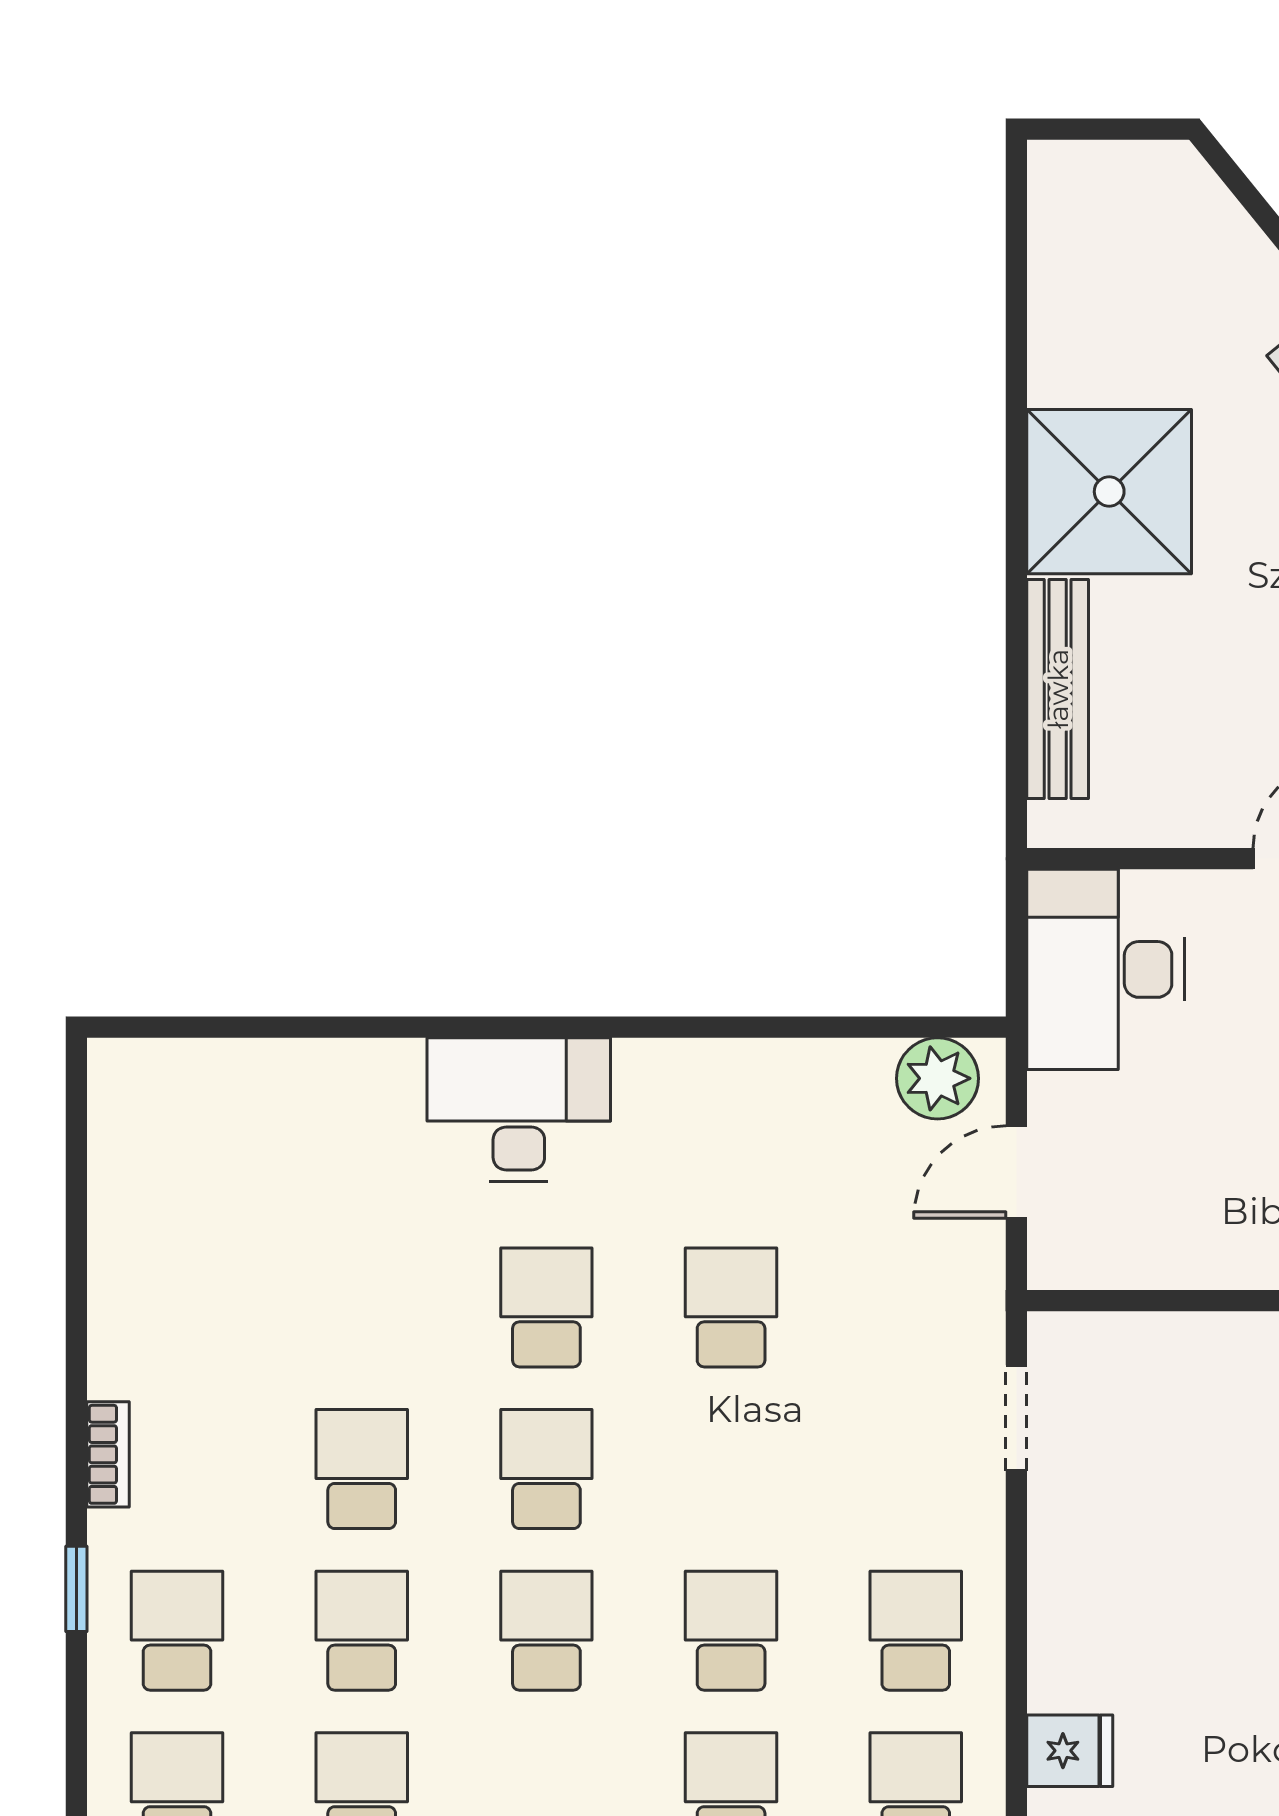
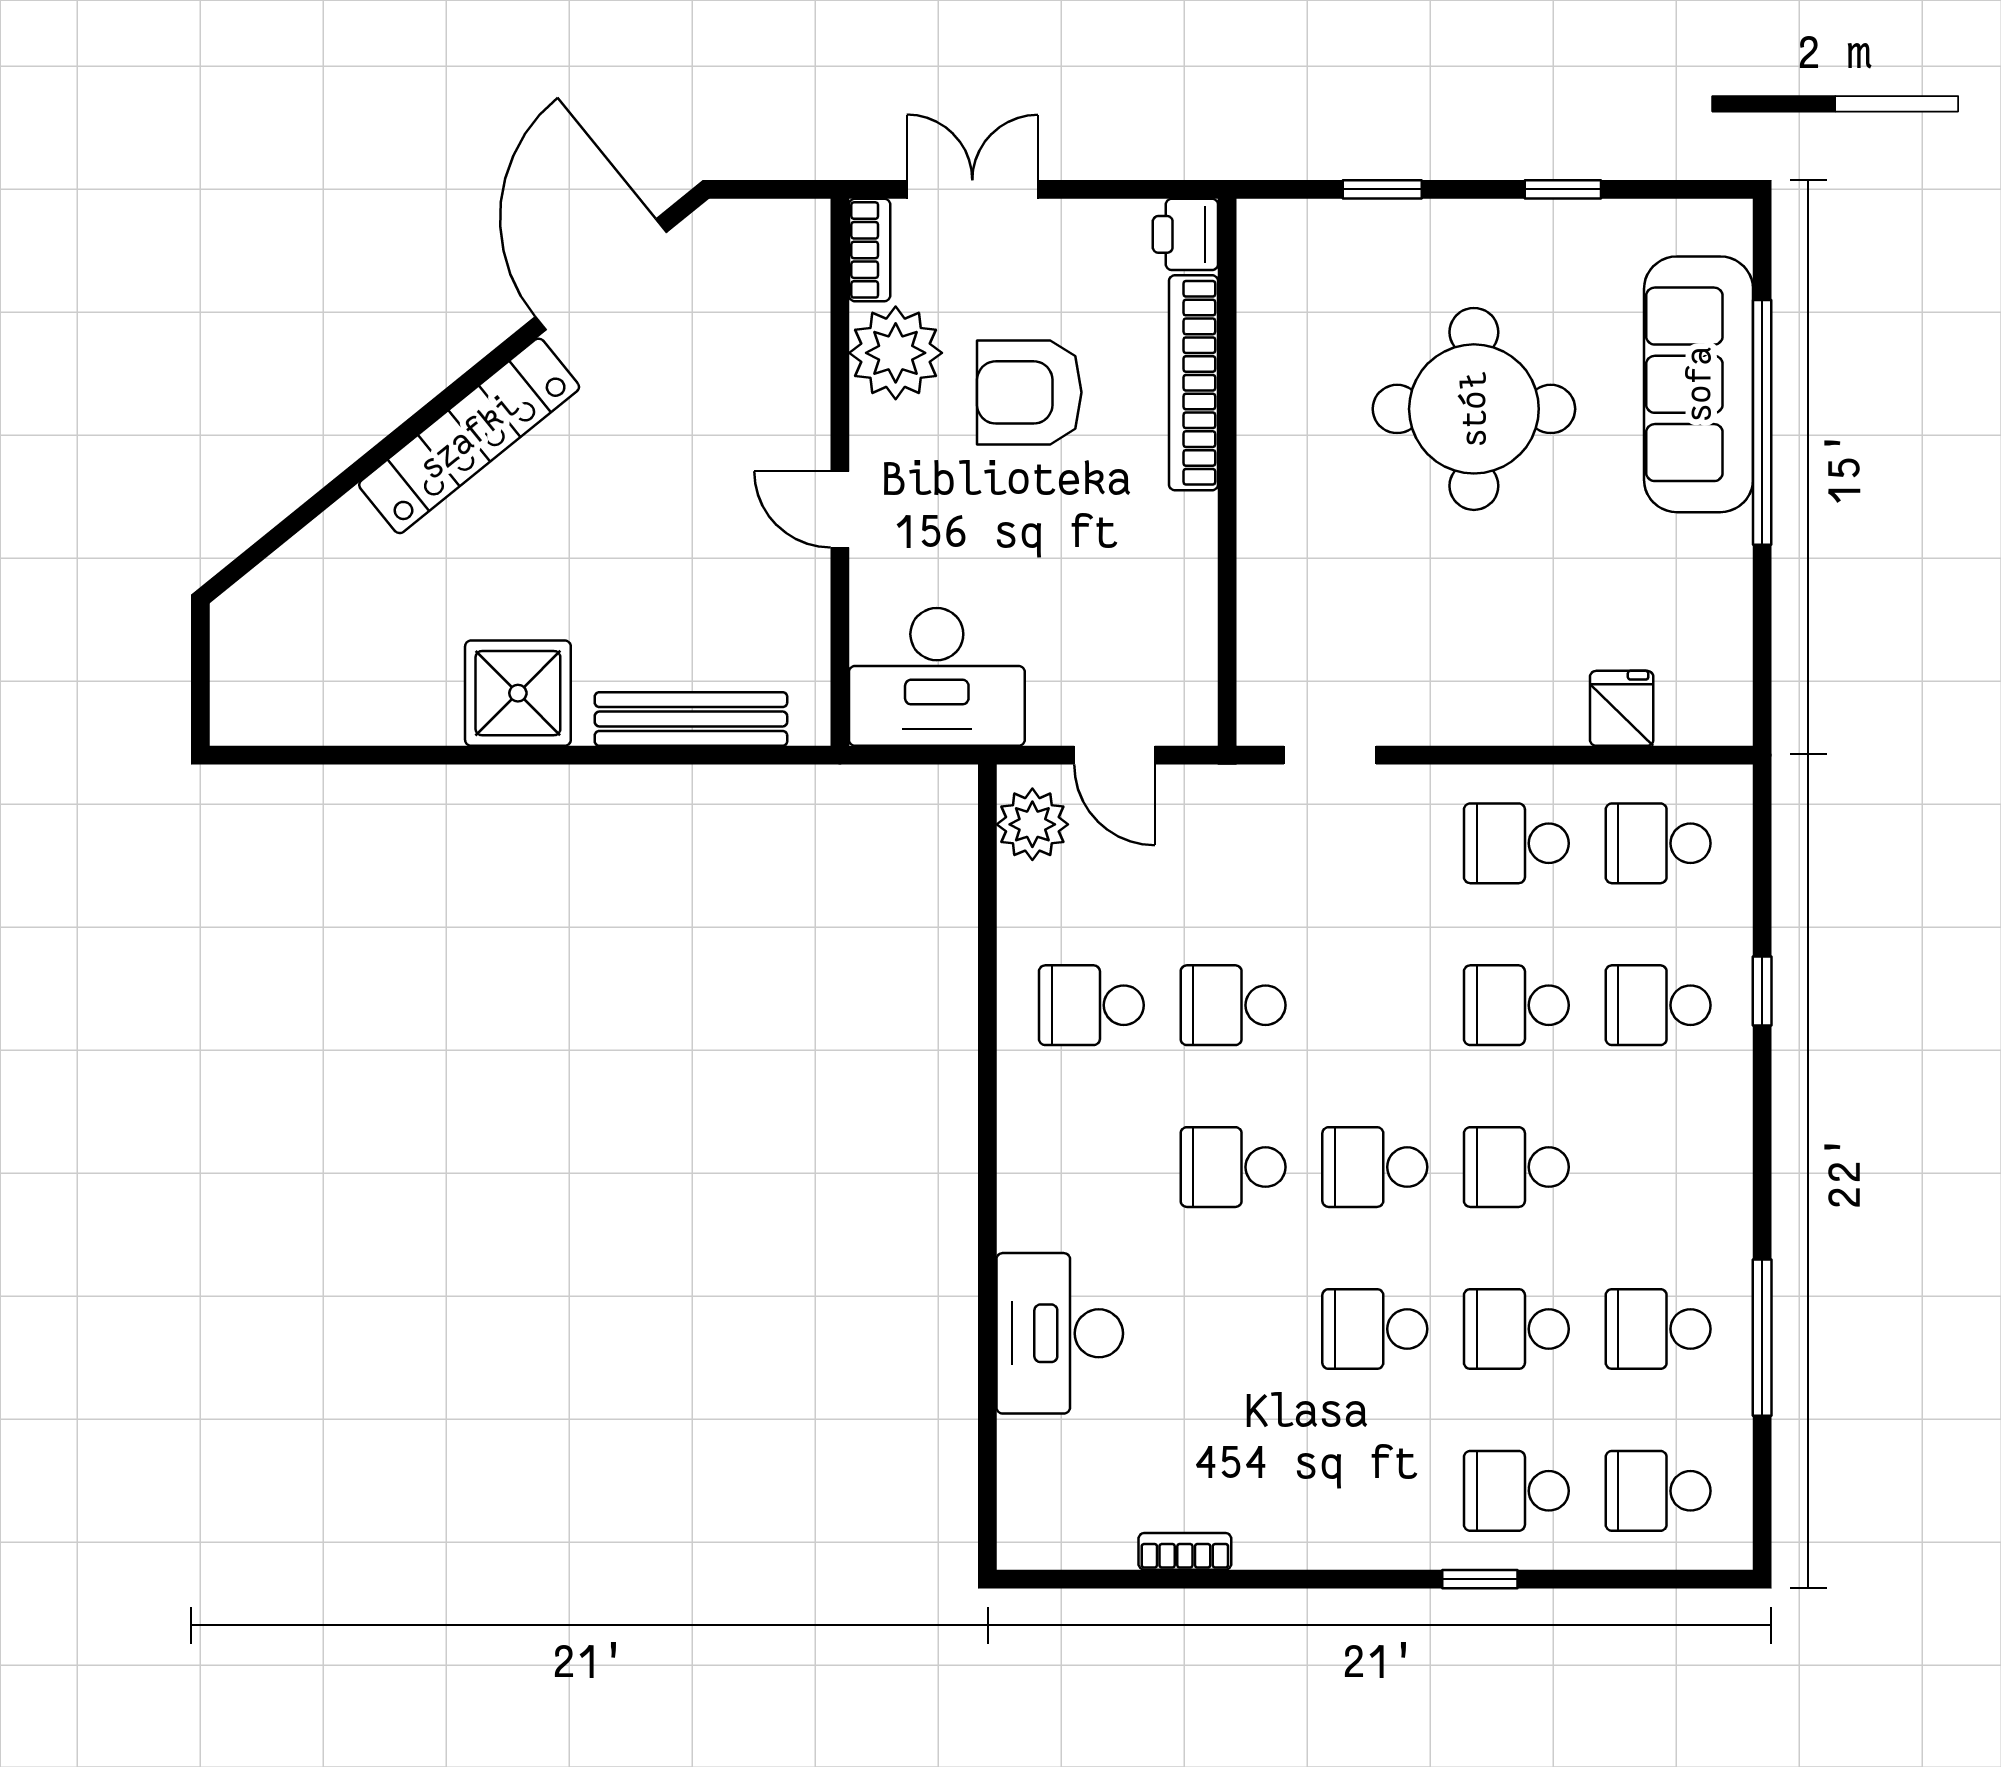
shower: (1109, 492) -> (518, 693), width x0.73, depth x0.73
desk: (519, 1110) -> (1060, 1333), moved
school desk: (731, 1146) -> (1091, 1005), added
bookcase: (108, 1454) -> (1185, 1551), moved

